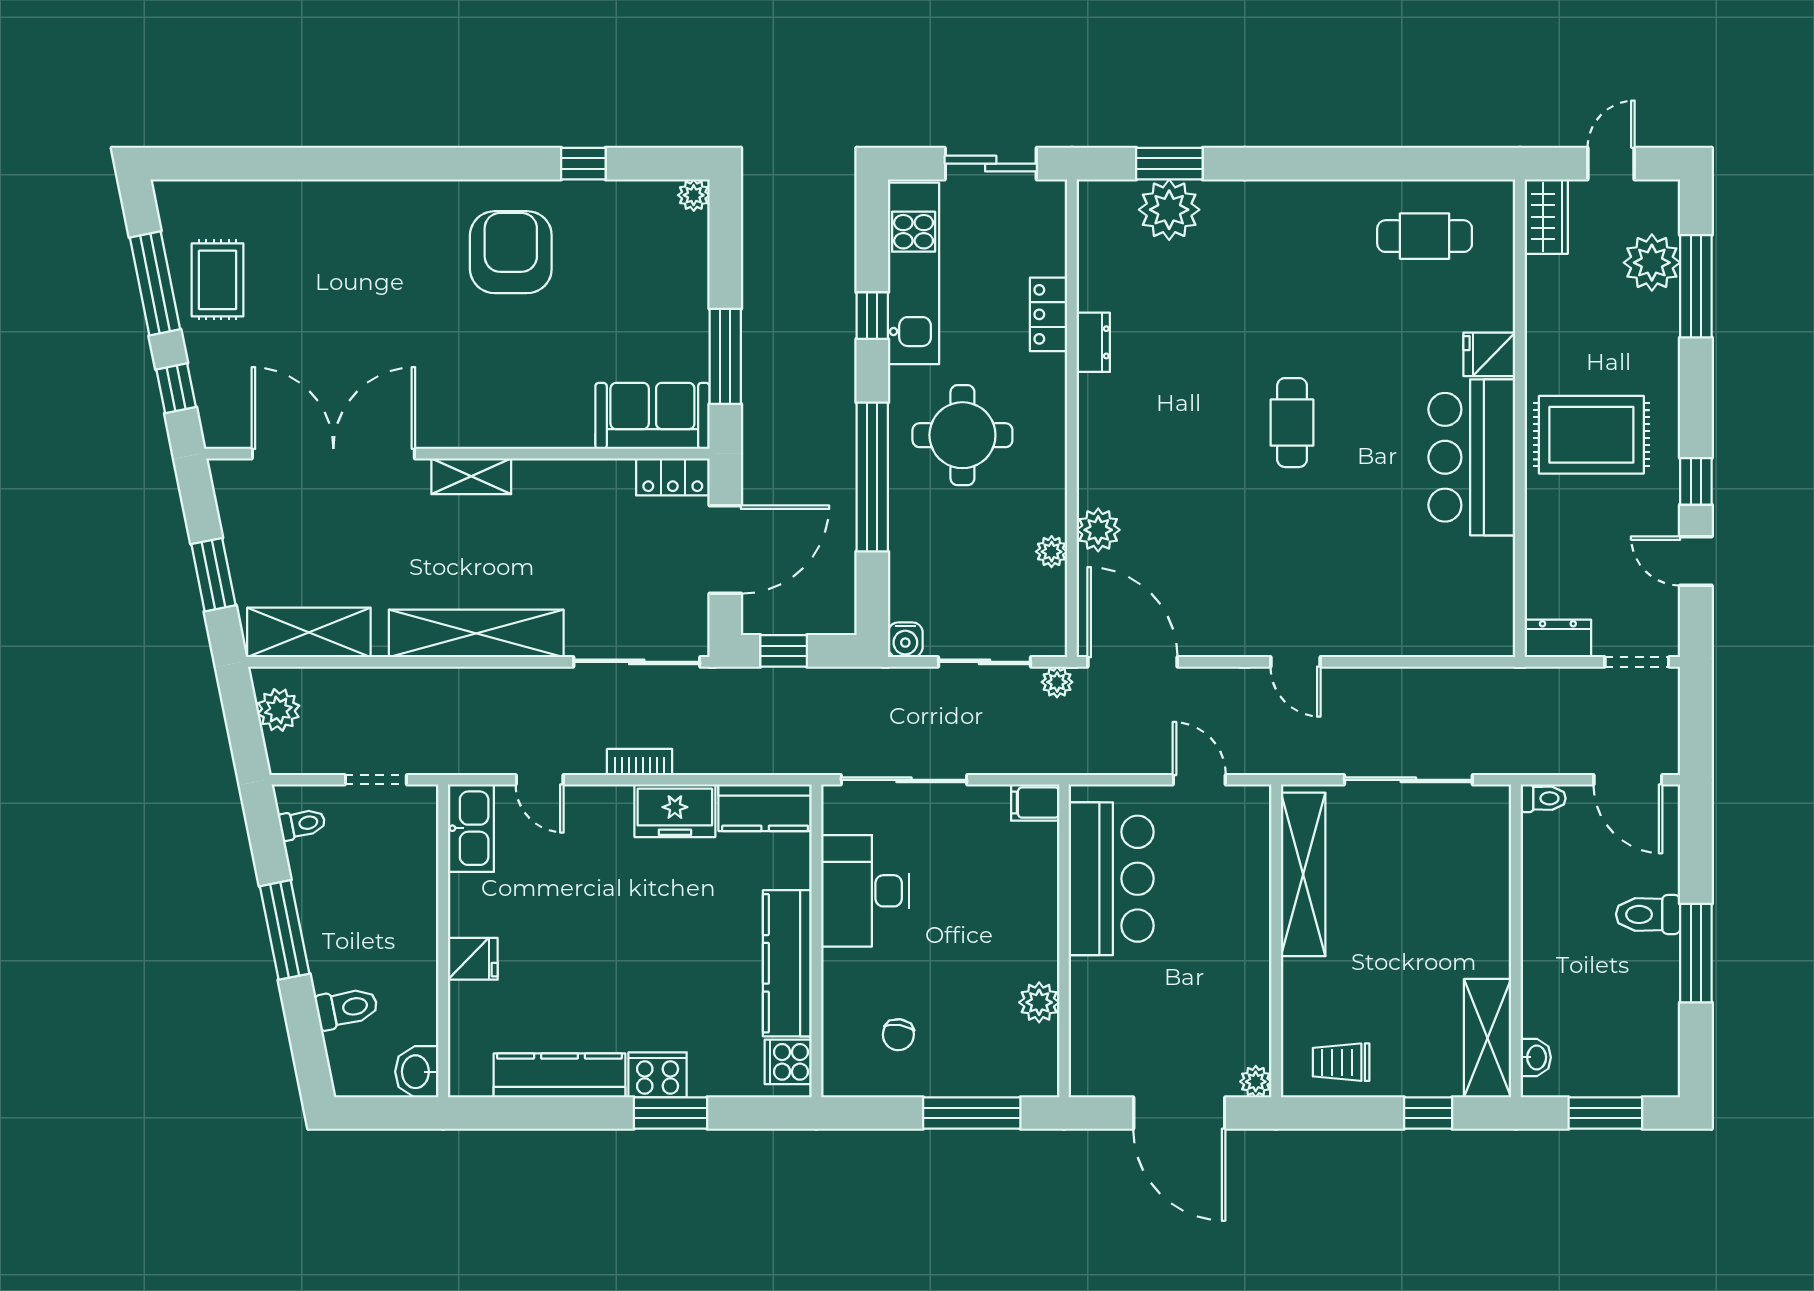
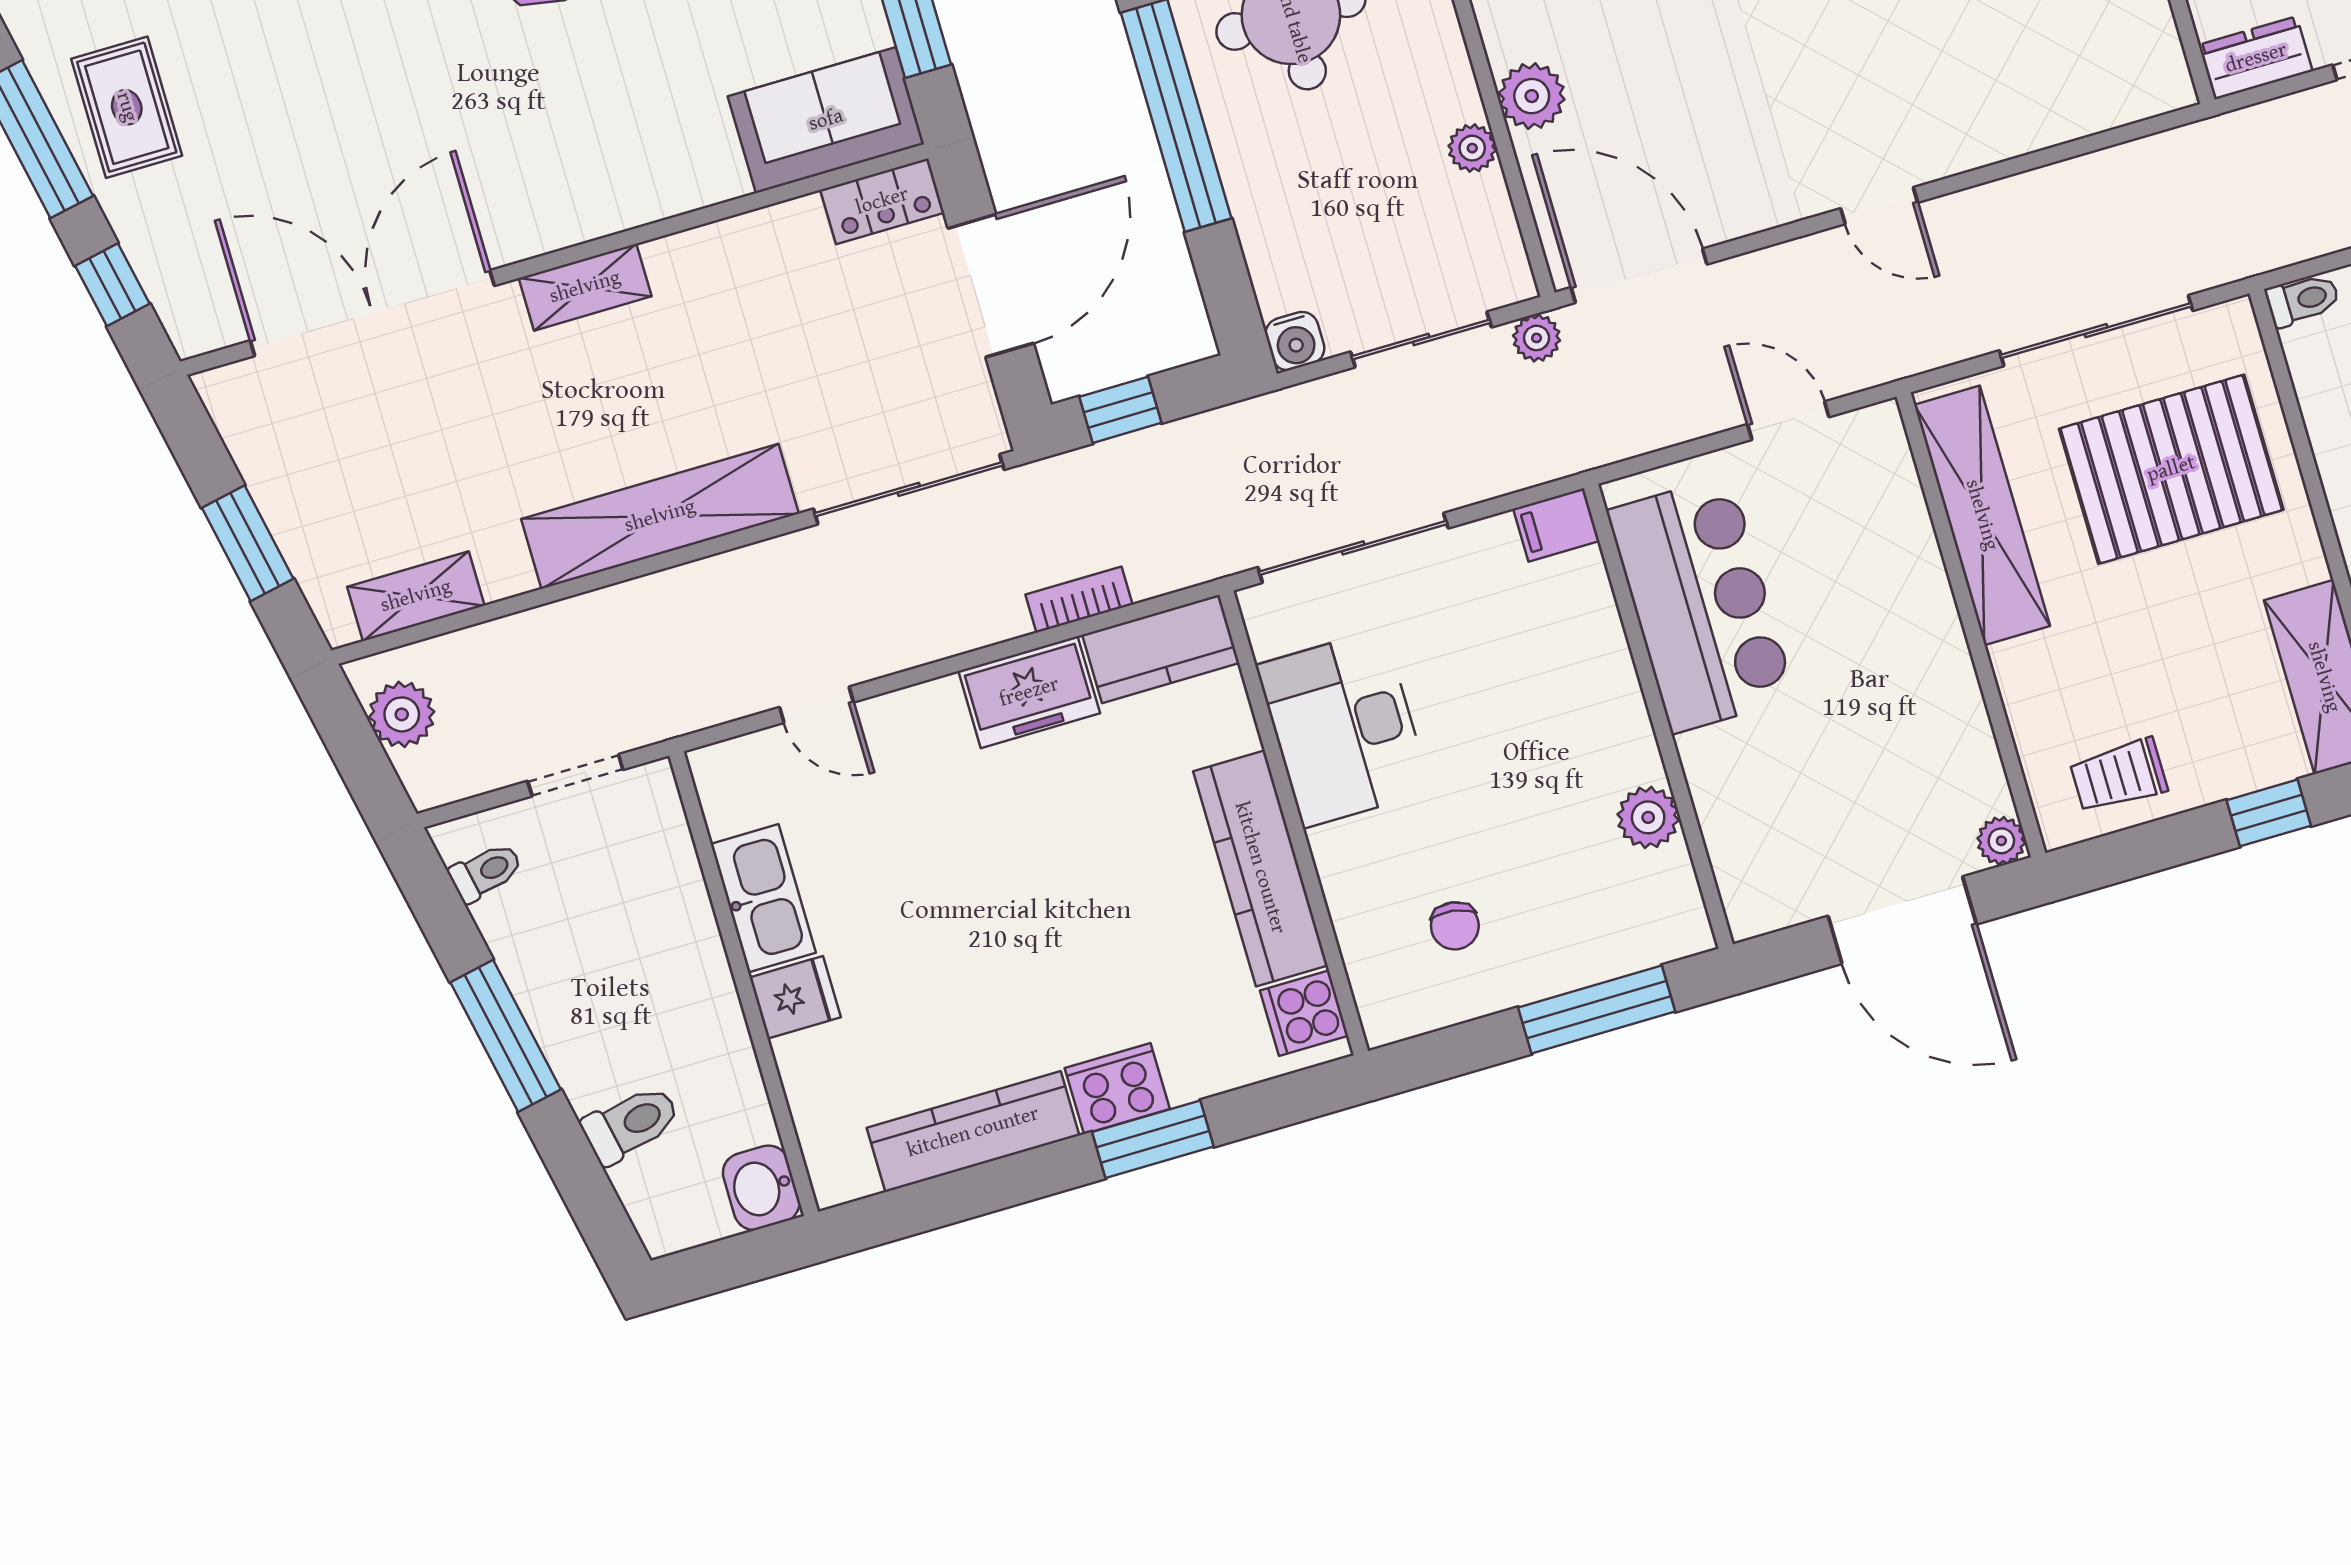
shelving: (309, 632) -> (416, 596), width x0.67, depth x0.75
bookcase: (640, 762) -> (1079, 600), moved
kitchen sink: (471, 828) -> (763, 898), moved
pallet: (1430, 880) -> (2171, 469), added

